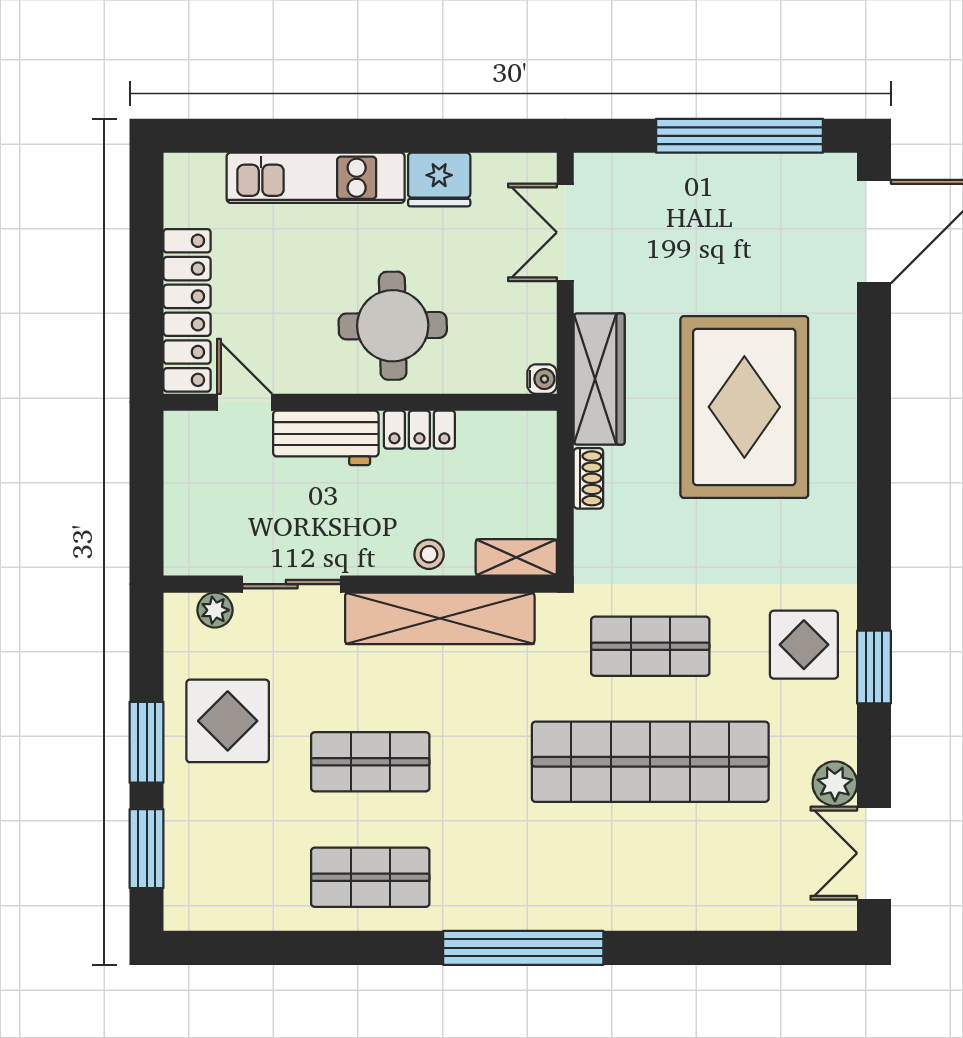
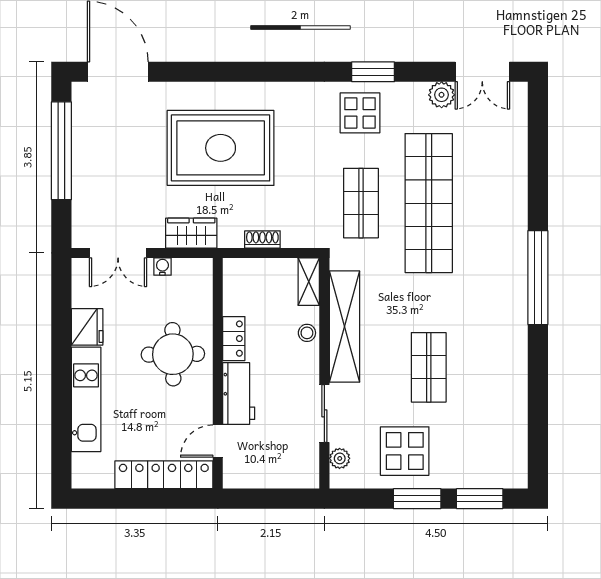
water cooler: (542, 379) -> (162, 267), moved
wardrobe: (599, 379) -> (191, 233), width x0.67
shop shelf: (370, 877) -> (496, 367), removed

